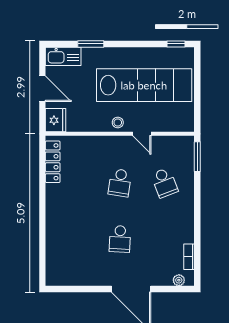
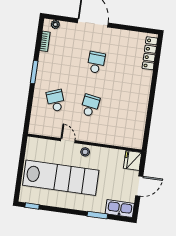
lab bench: (144, 85) -> (61, 178), turned 180
door: (42, 89) -> (139, 186), swing flipped
window: (197, 157) -> (34, 72), moved
locker: (53, 162) -> (150, 53), moved

